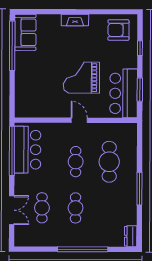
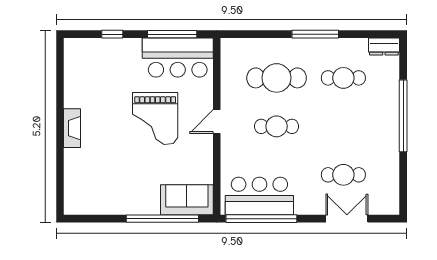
armchair: (118, 30) -> (86, 65), removed
sofa: (25, 32) -> (187, 200), moved
window: (12, 46) -> (162, 219), moved
window: (140, 90) -> (172, 34), width x1.44
cafe table: (76, 208) -> (343, 78), moved

